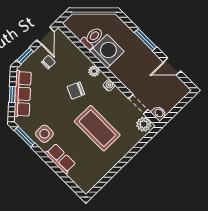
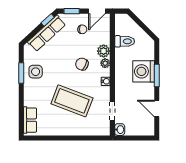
washing machine: (107, 51) -> (144, 71), moved, turned 180
window: (12, 94) -> (48, 20), moved
plant: (144, 124) -> (104, 51), moved
coffee table: (97, 128) -> (72, 101), turned -69
window: (24, 137) -> (21, 73), moved
row of seats: (60, 159) -> (30, 120), moved

